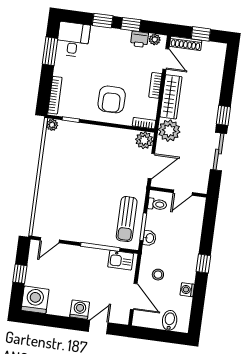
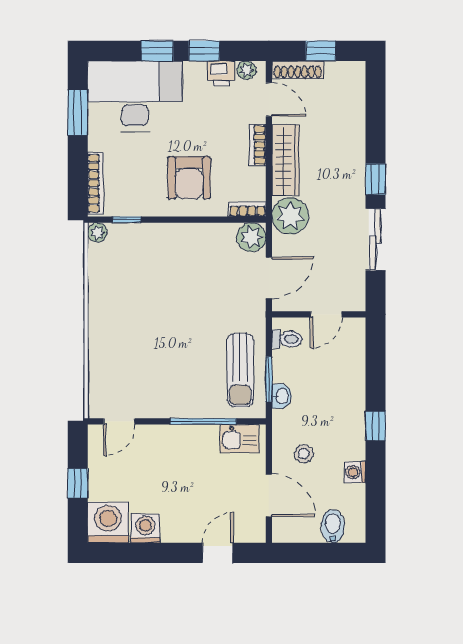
desk: (73, 39) -> (135, 96), width x1.87, depth x1.30
washing machine: (80, 310) -> (145, 528), moved

